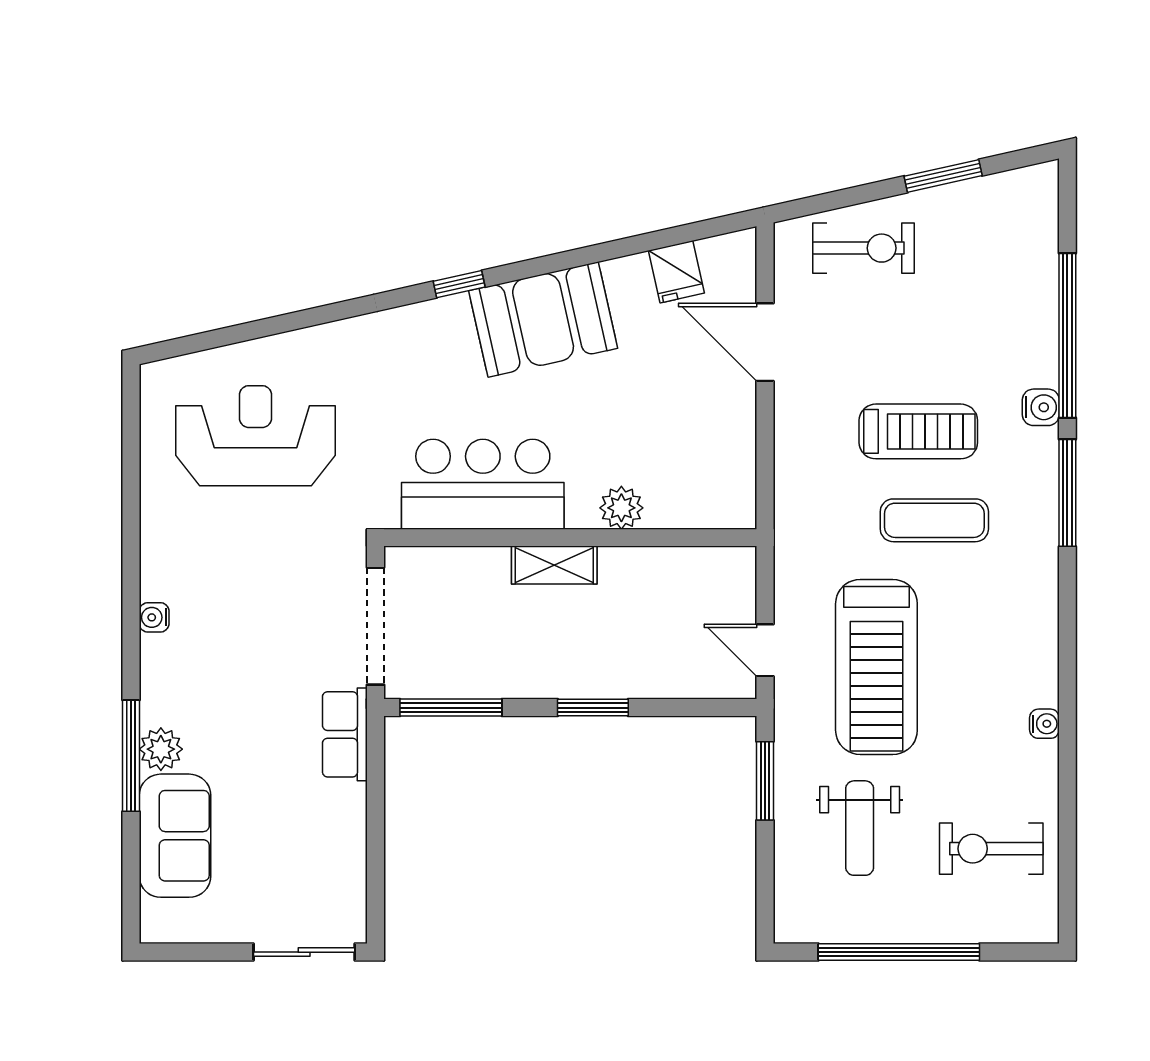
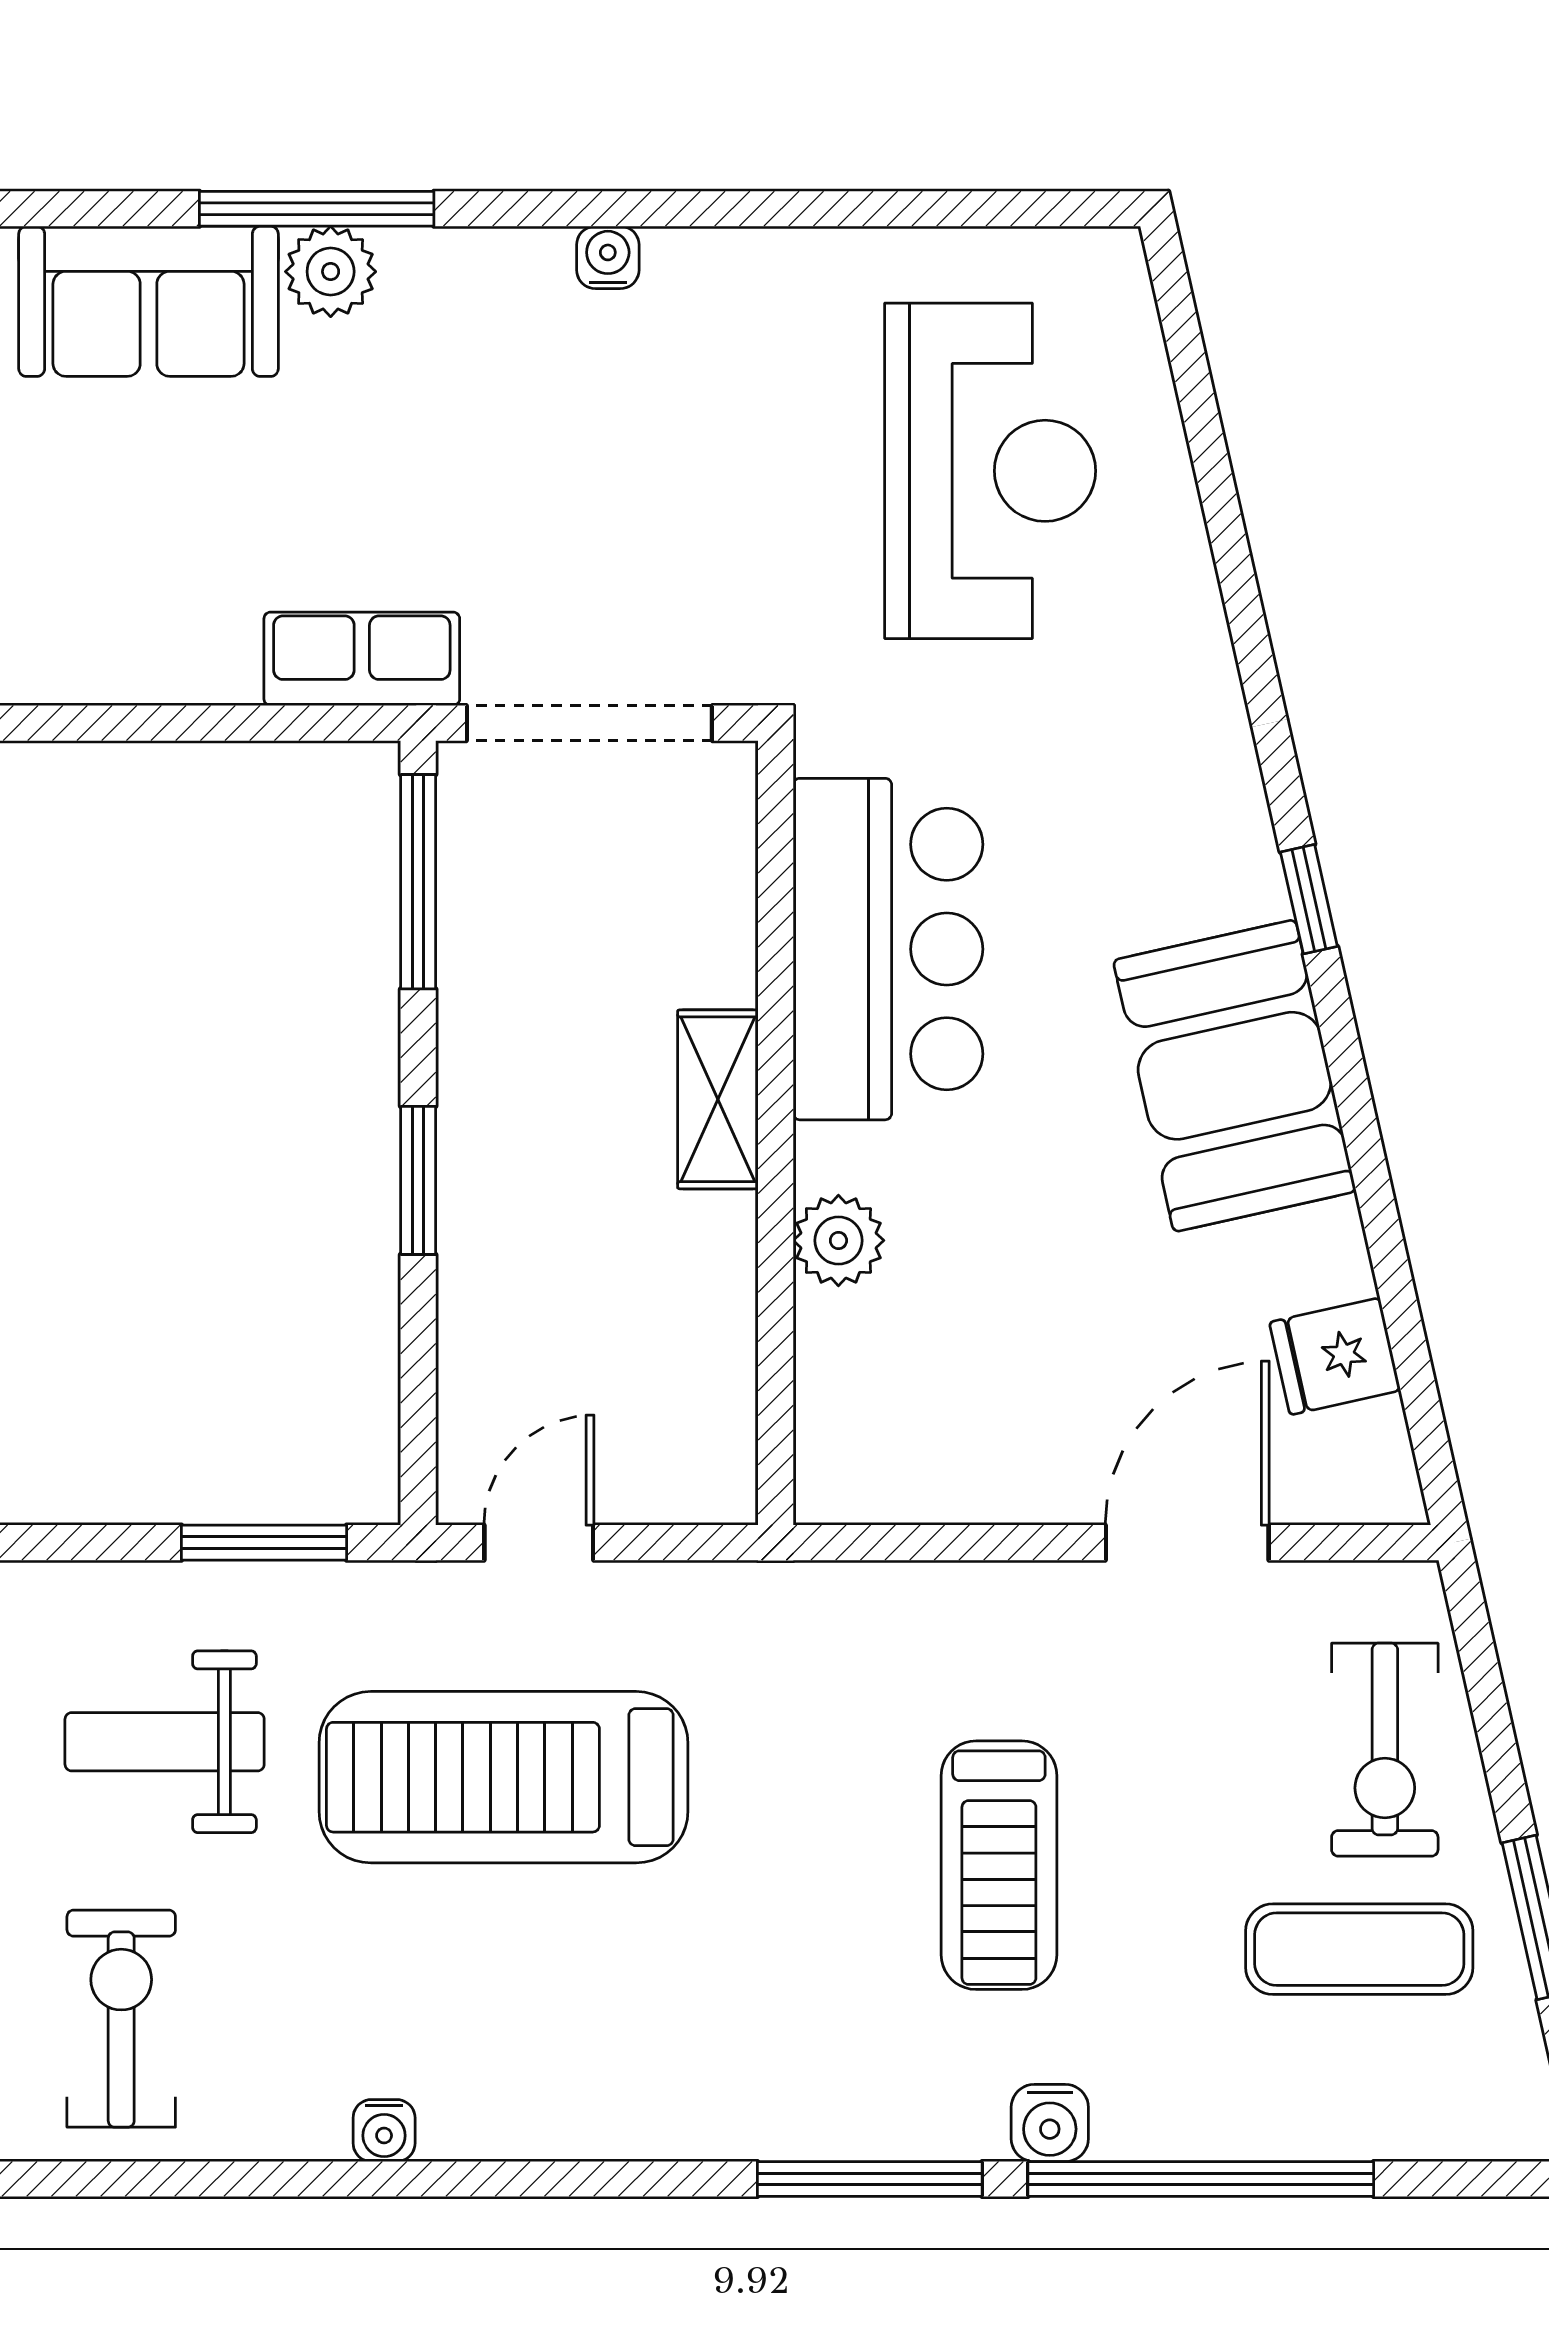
exercise mat: (934, 520) -> (1359, 1949), moved, turned 90

